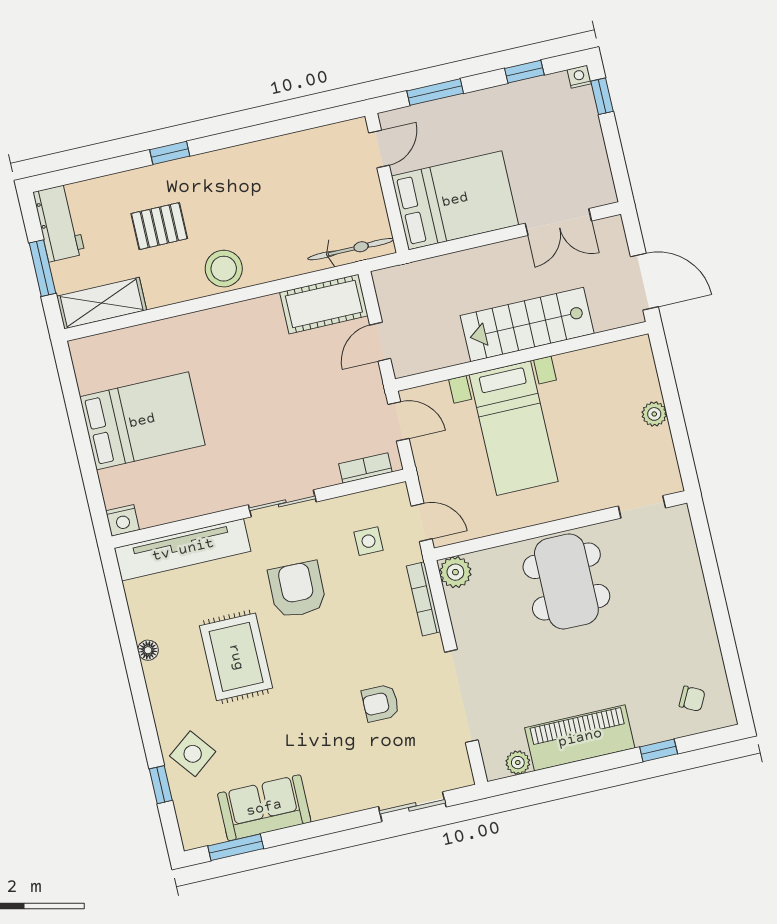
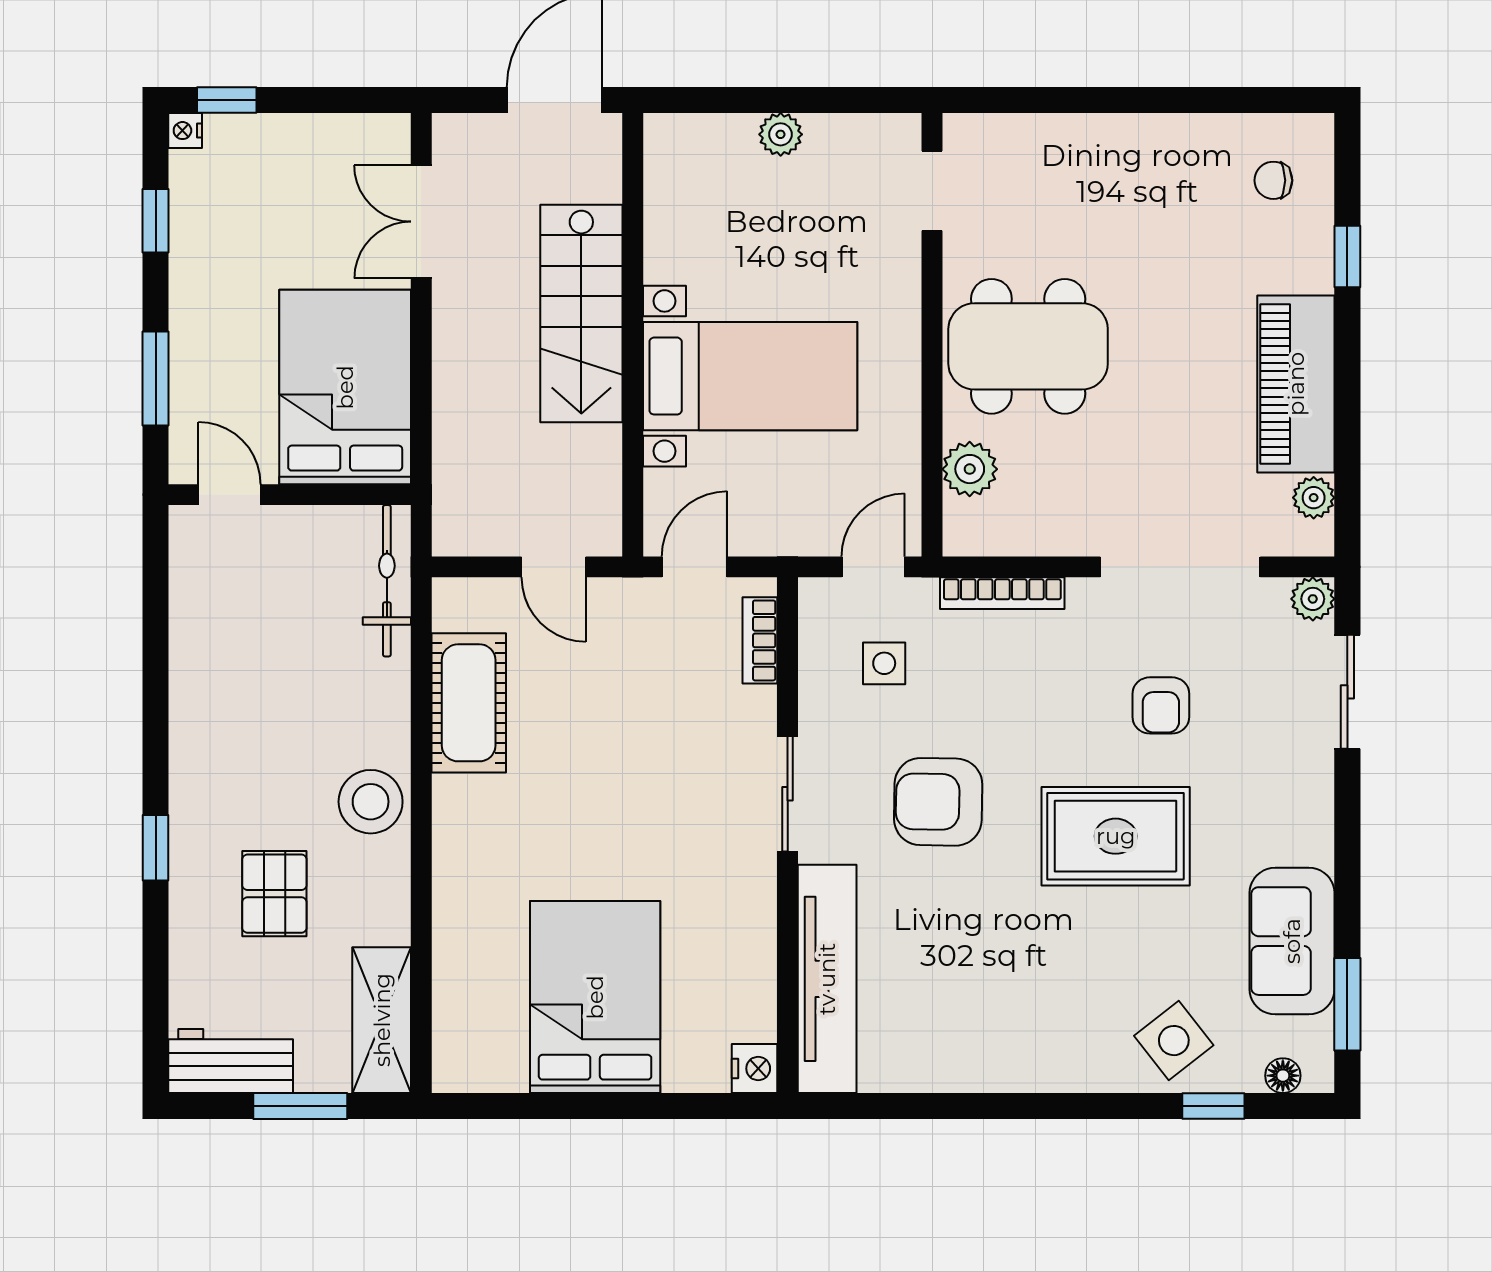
double door: (558, 222) -> (421, 222), swing flipped
cot: (324, 304) -> (469, 703), moved
plant: (455, 572) -> (970, 469), moved
floor lamp: (148, 650) -> (1283, 1076), moved
rug: (236, 657) -> (1116, 836), moved
chair: (692, 699) -> (1273, 180), turned -117
plant: (460, 775) -> (1313, 599), added

